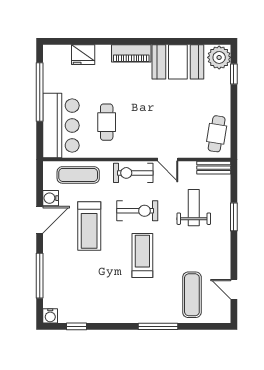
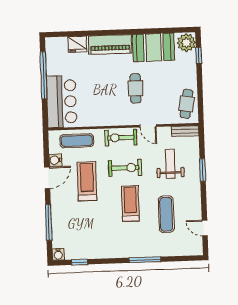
piano: (131, 53) -> (110, 44), width x1.37, depth x1.33
cafe table: (107, 122) -> (136, 88), moved
treadmill: (89, 226) -> (87, 181), turned 180
exercise mat: (192, 295) -> (166, 214), moved

